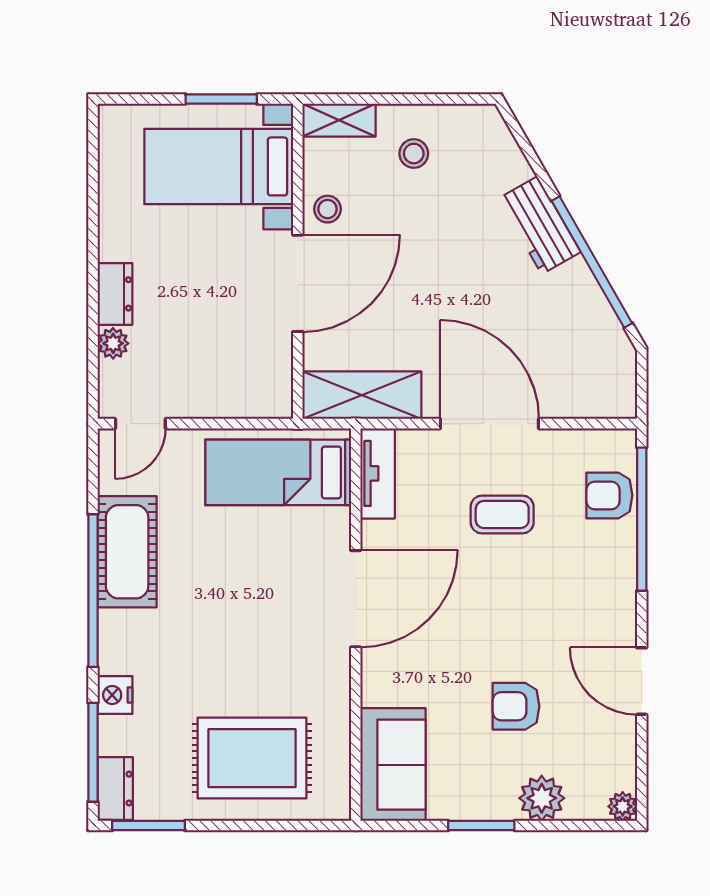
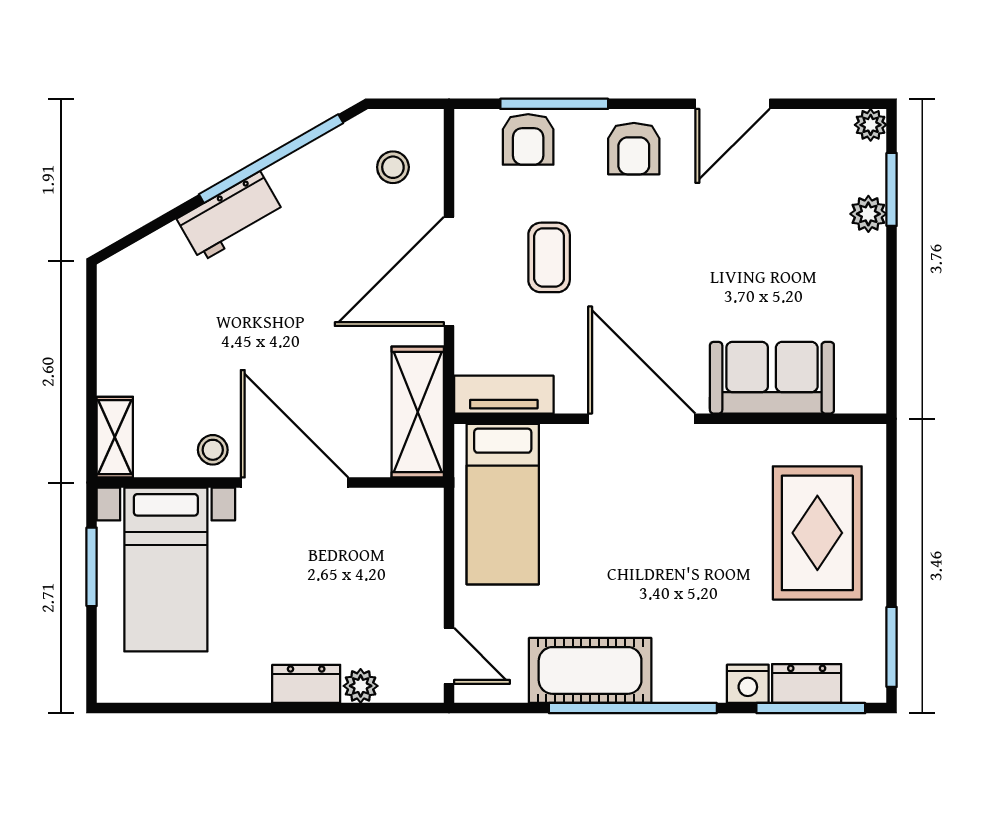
stool: (414, 154) -> (393, 167), moved
window: (642, 519) -> (554, 104), width x0.68
armchair: (516, 706) -> (634, 149), moved
sofa: (393, 765) -> (772, 378), moved
dresser: (115, 789) -> (807, 684), moved
plant: (542, 798) -> (868, 214), width x0.73, depth x0.73
window: (481, 826) -> (892, 189), moved

